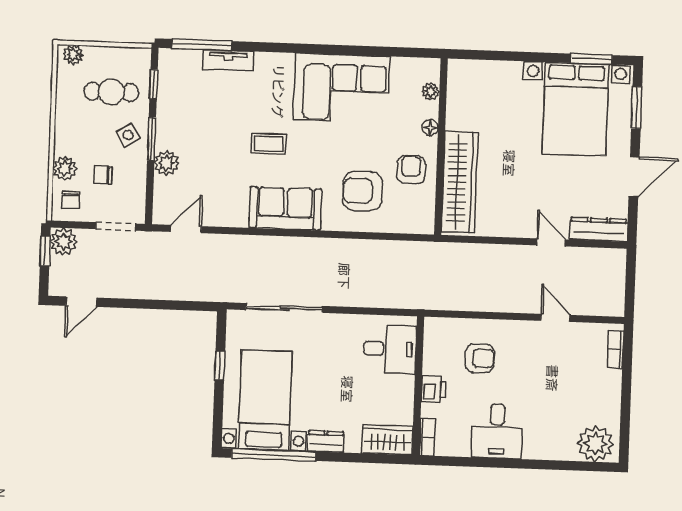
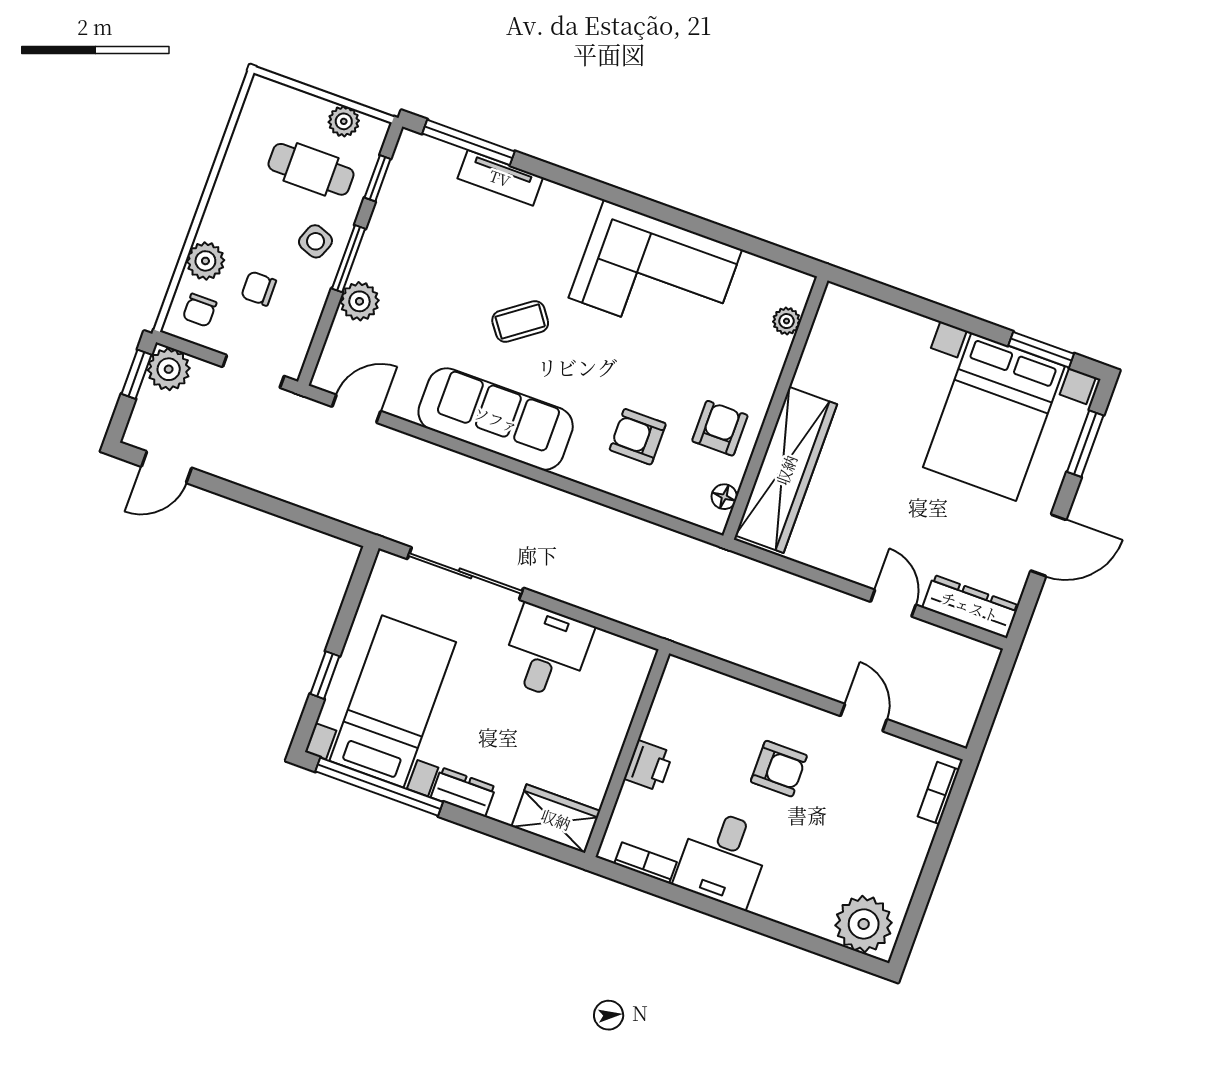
plant: (73, 55) -> (344, 121), moved
floor lamp: (430, 128) -> (724, 497), moved
side table: (128, 135) -> (316, 241), turned -38
coffee table: (268, 144) -> (520, 321), turned -36
armchair: (363, 191) -> (638, 437), width x0.72, depth x0.72
sofa: (285, 208) -> (496, 419), width x1.36
desk: (390, 349) -> (546, 652), moved, turned -90
armchair: (480, 358) -> (779, 769), moved
window: (220, 366) -> (325, 675), moved
bookcase: (427, 437) -> (646, 863), moved, turned -90

